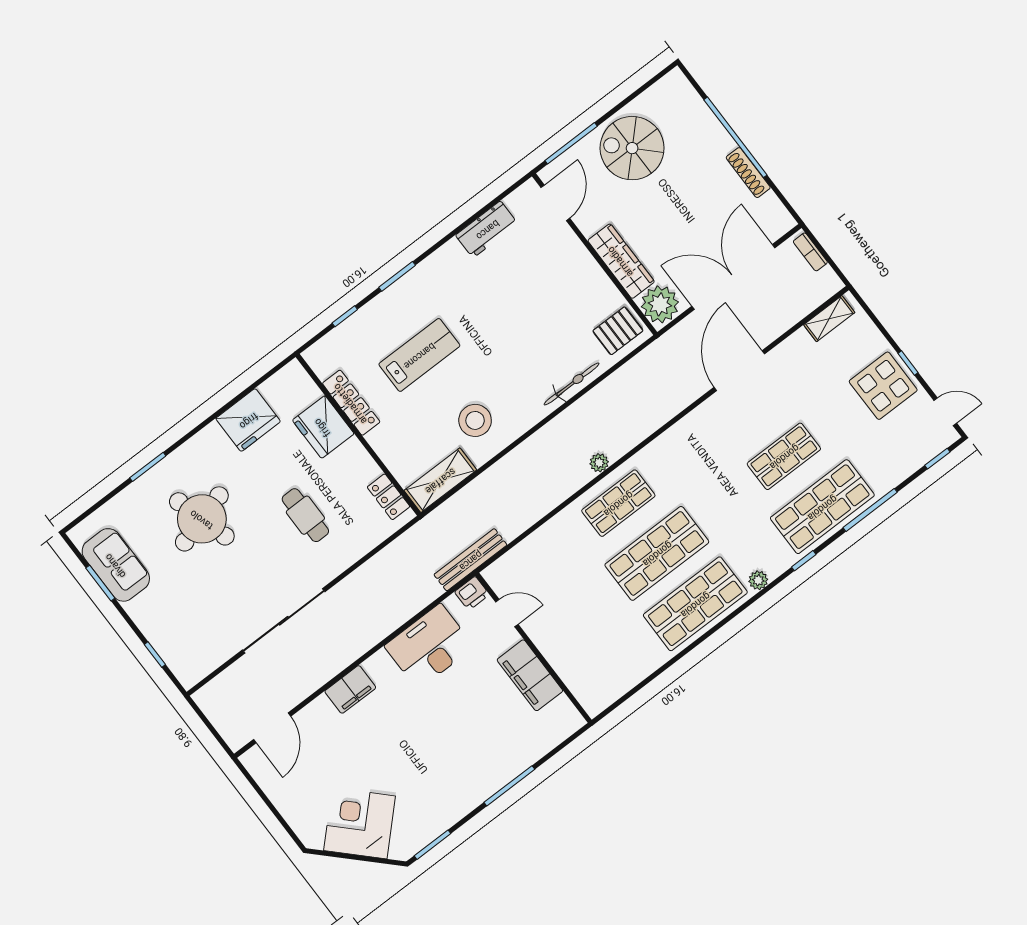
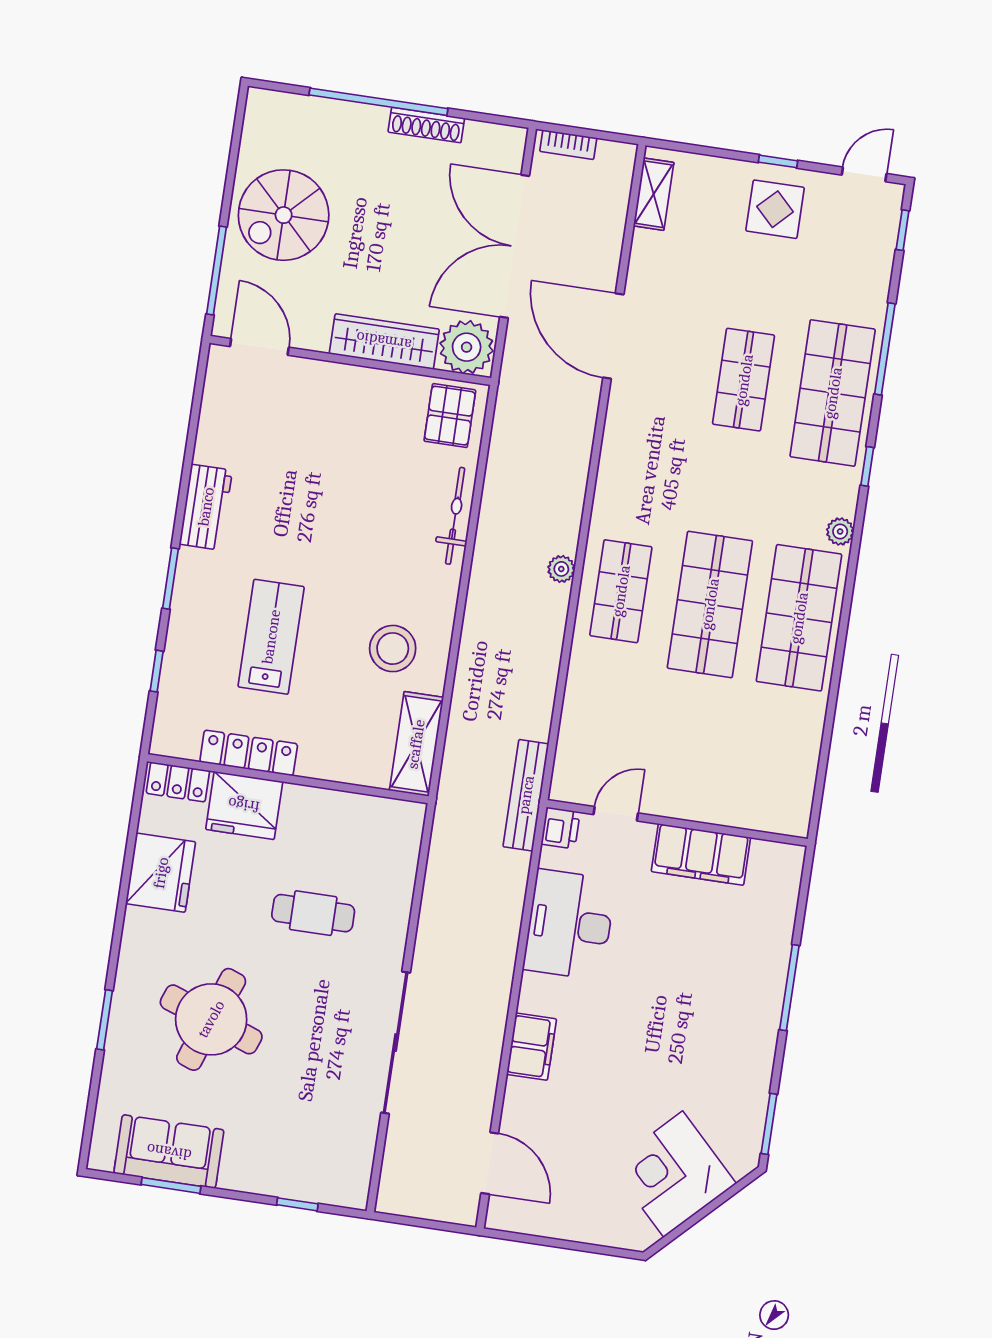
workbench: (487, 229) -> (206, 507), moved
display table: (883, 386) -> (775, 209), width x0.73, depth x0.73
locker: (389, 497) -> (178, 782), moved
round table: (202, 519) -> (211, 1019), turned 36

